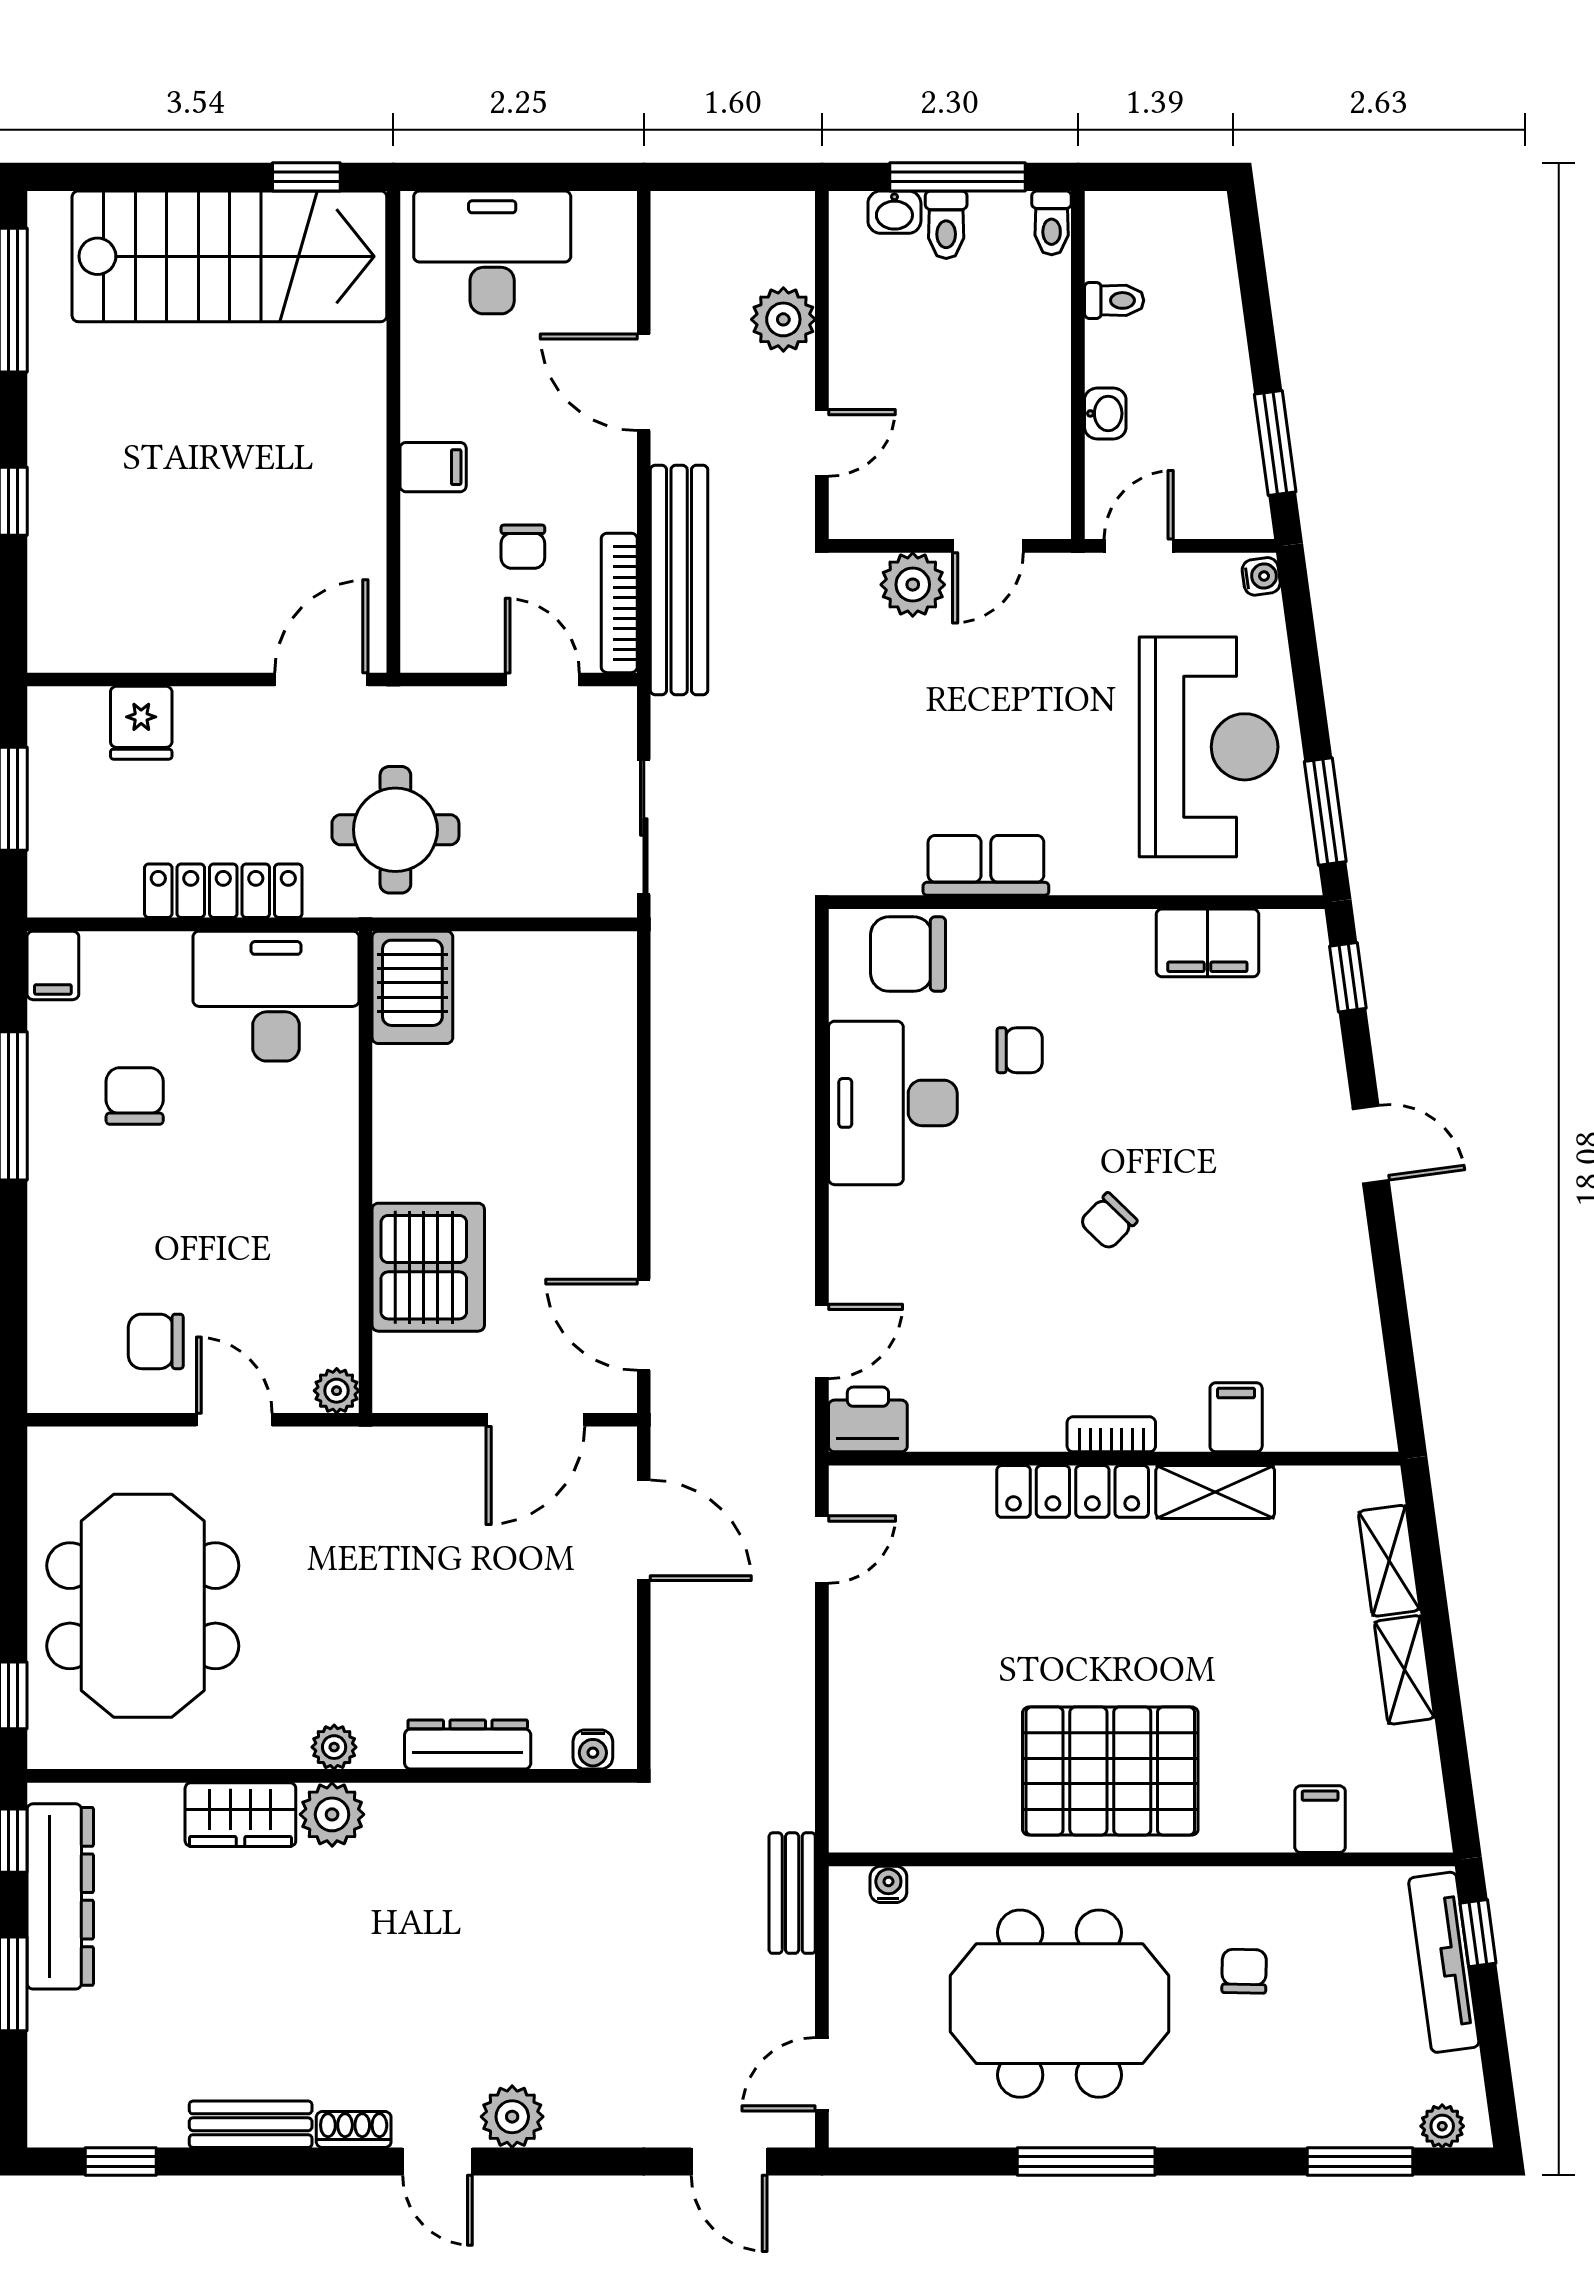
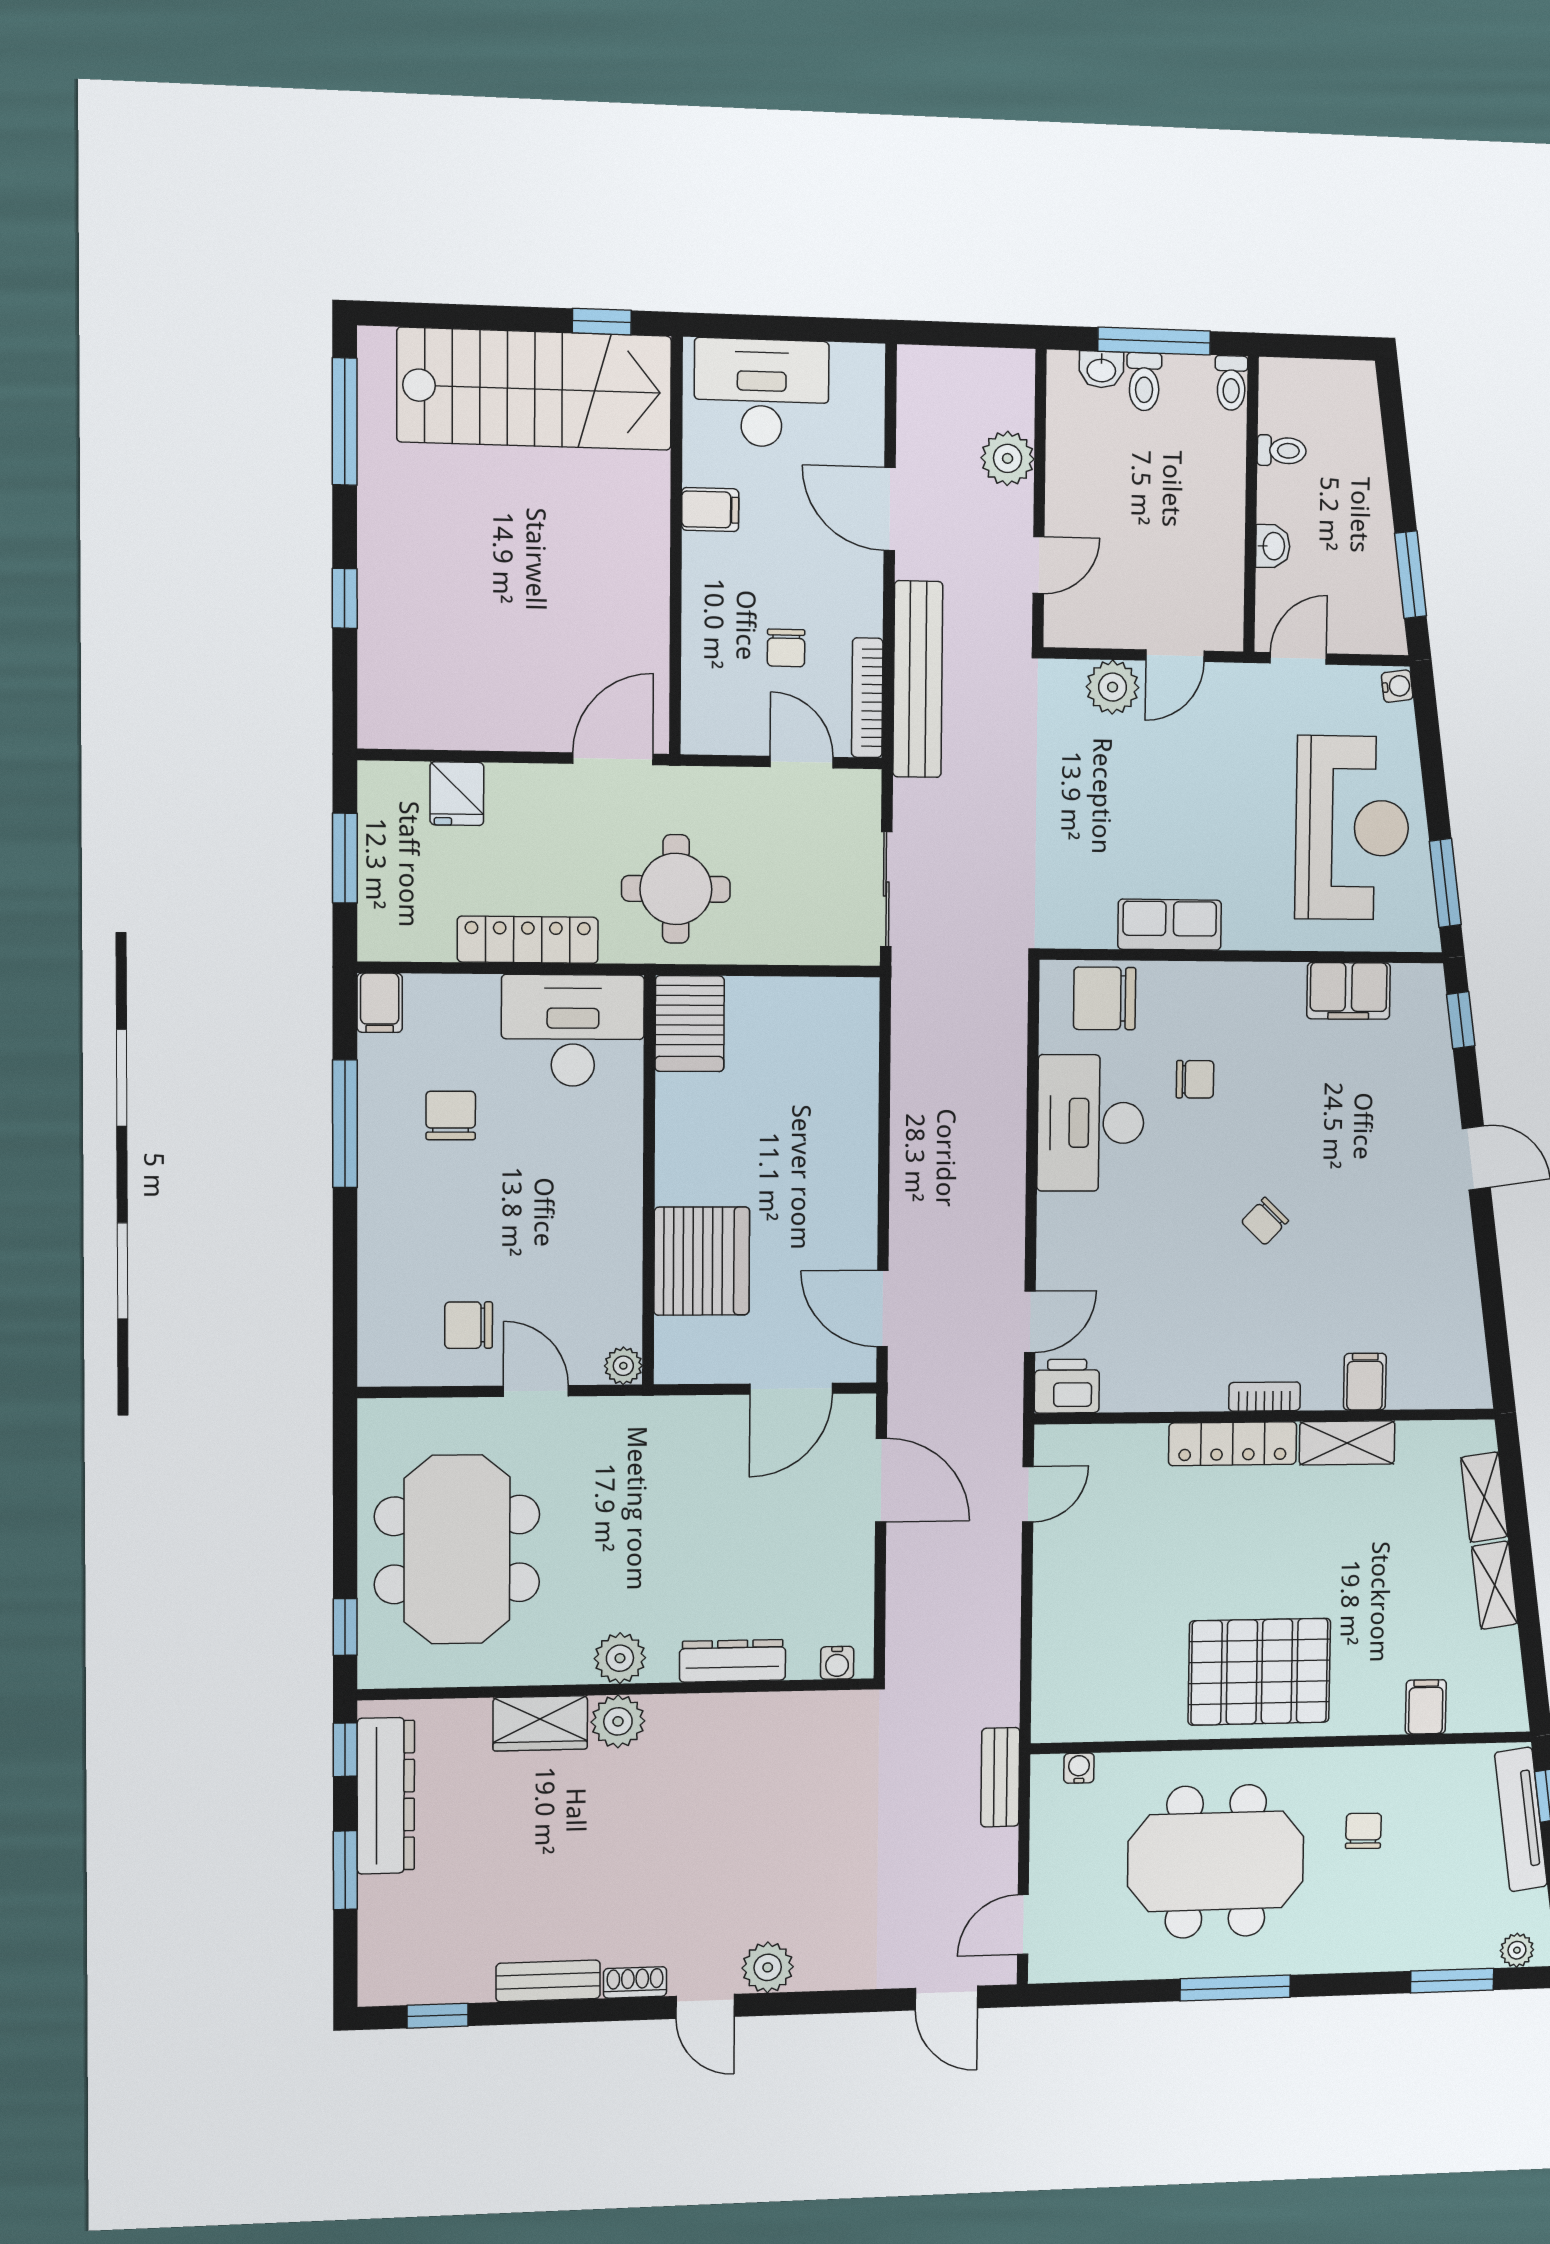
filing cabinet: (433, 467) -> (710, 510), moved
plant: (334, 1747) -> (620, 1658), width x1.38, depth x1.38

